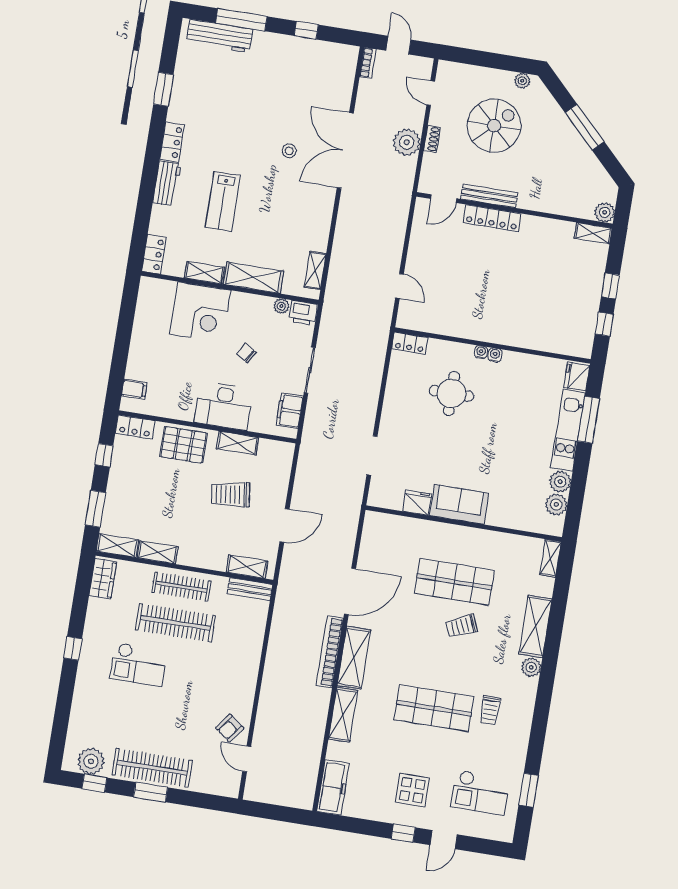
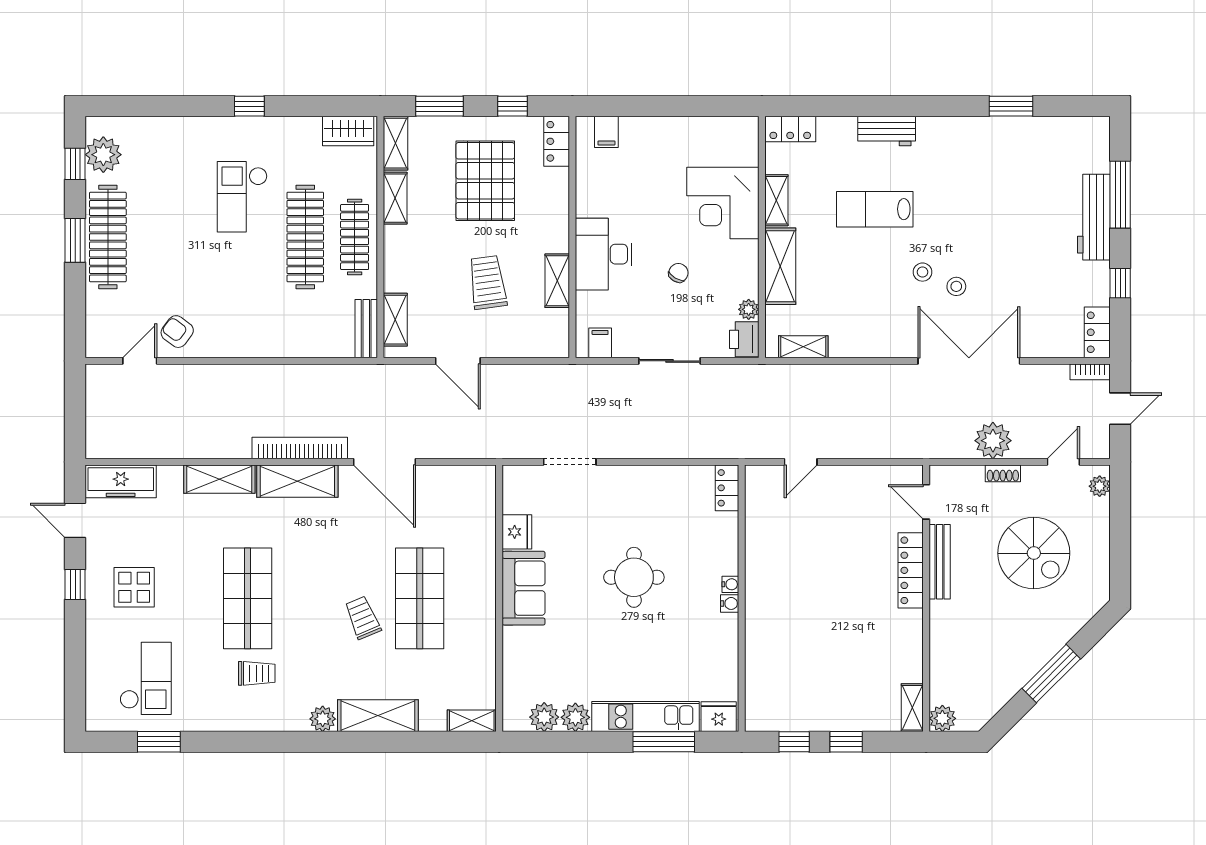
workbench: (220, 36) -> (1094, 217), moved
plant: (522, 81) -> (1100, 486), moved
locker: (172, 142) -> (1097, 332), moved, turned 90
stool: (275, 174) -> (923, 272), added
round table: (451, 393) -> (634, 577), moved
filing cabinet: (290, 411) -> (600, 343), width x0.50
pallet: (184, 445) -> (485, 181), moved, width x1.37, depth x1.41
trolley: (490, 710) -> (257, 673), turned 180
checkout: (480, 793) -> (146, 678), turned 180
door: (444, 840) -> (75, 520), moved

